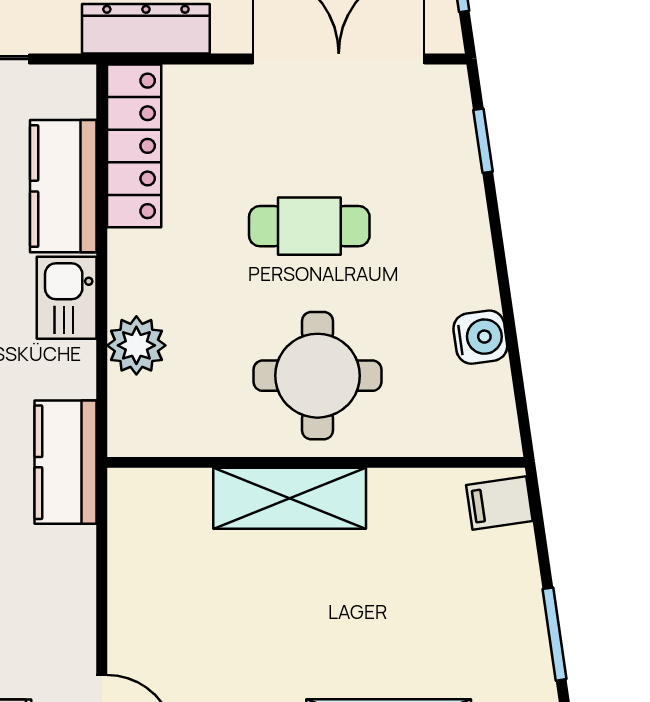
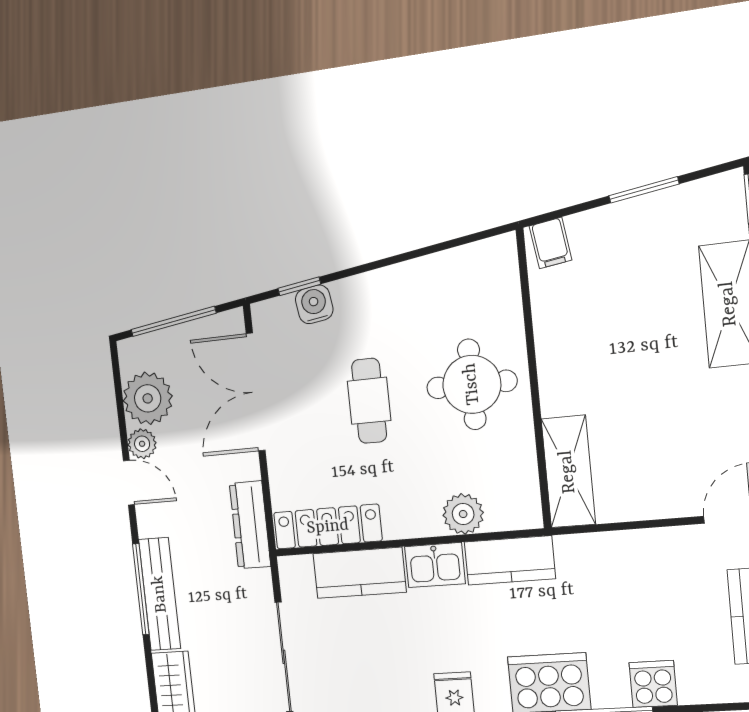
water cooler: (480, 337) -> (314, 304), moved
kitchen counter: (66, 462) -> (510, 560), moved
shelving: (290, 498) -> (568, 472), moved

